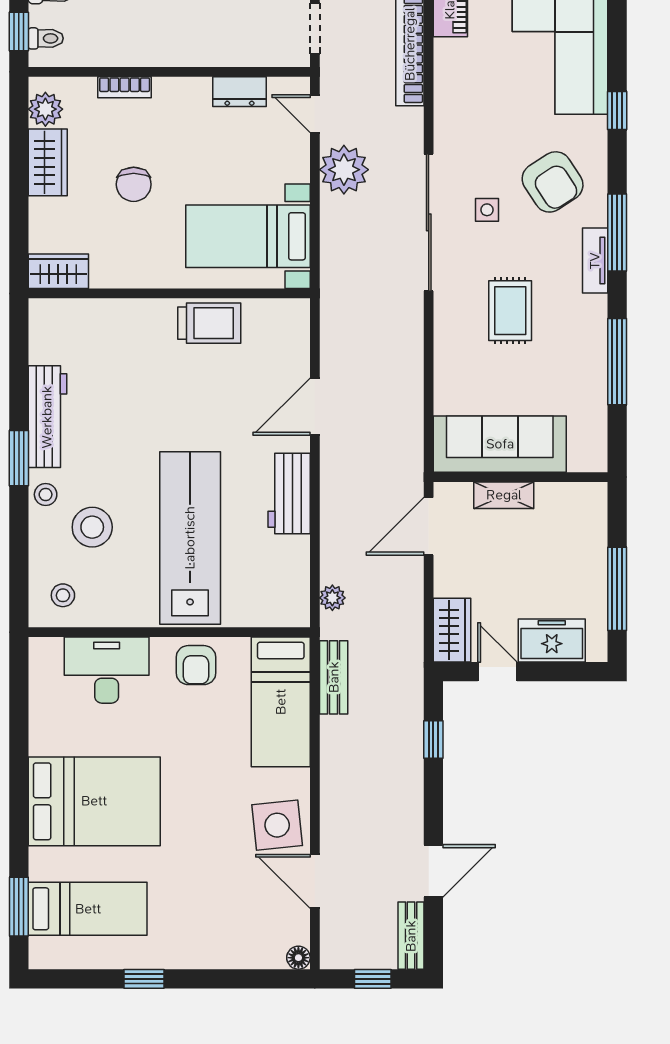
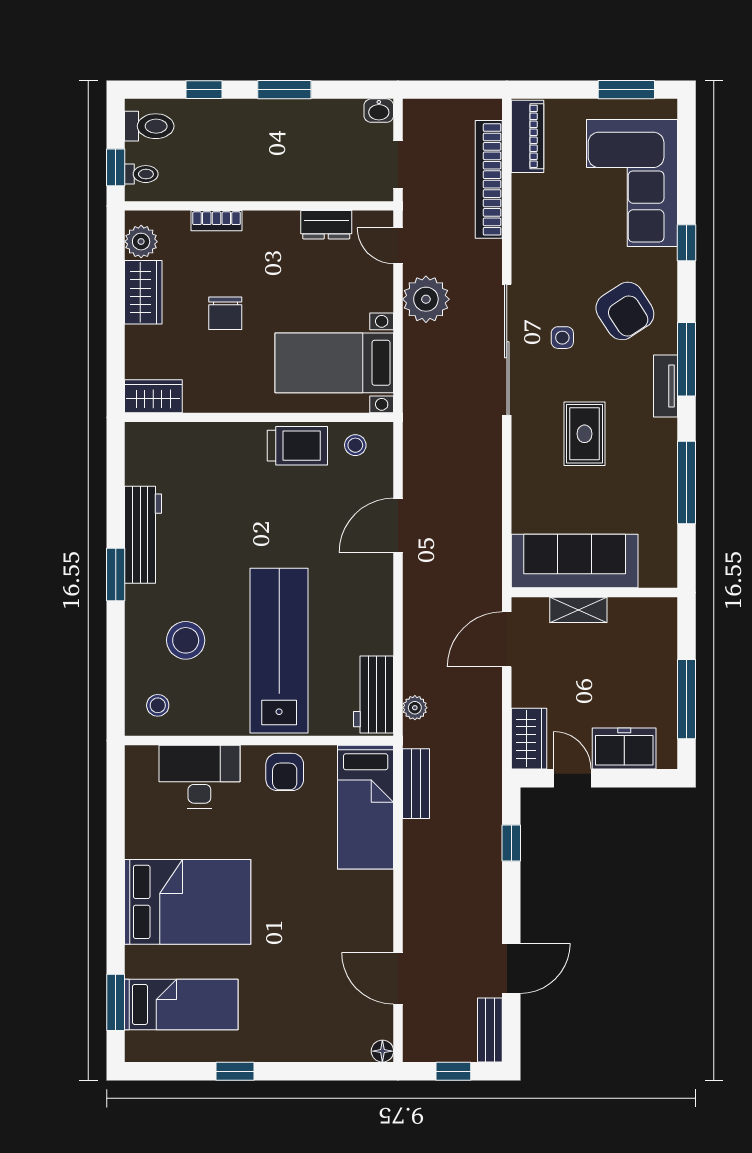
workbench: (289, 493) -> (374, 695), moved
stool: (46, 494) -> (355, 445), moved
side table: (277, 825) -> (362, 925), removed

